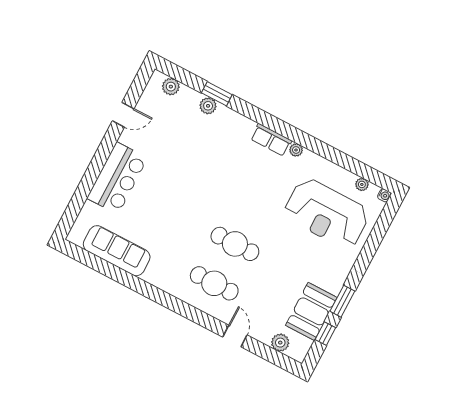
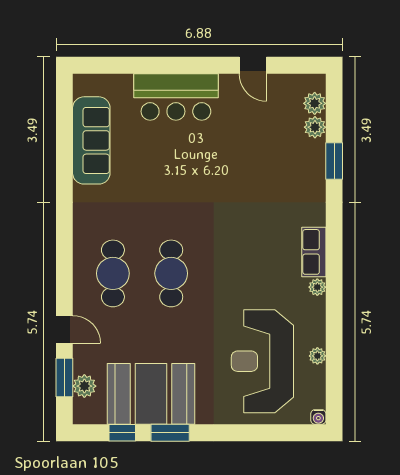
plant: (208, 106) -> (315, 127), moved
plant: (362, 184) -> (317, 356), moved
booth: (311, 311) -> (151, 394), width x1.36, depth x1.42
door: (235, 336) -> (64, 329), hinge flipped
window: (267, 353) -> (64, 377), added

